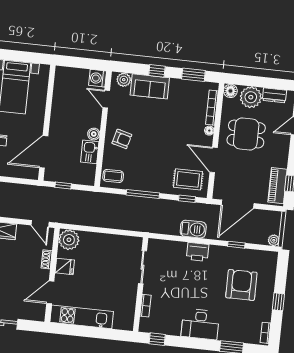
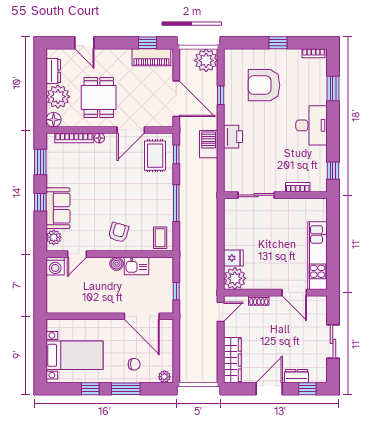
plant: (274, 240) -> (206, 60), width x1.88, depth x1.88
fridge: (65, 266) -> (233, 258), moved, turned 90

